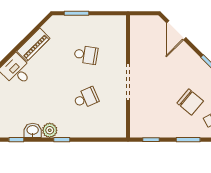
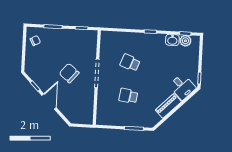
door: (176, 30) -> (49, 101), moved
school desk: (86, 98) -> (130, 63), turned 45
chair: (190, 102) -> (69, 73), moved
plant: (50, 130) -> (185, 41), moved

